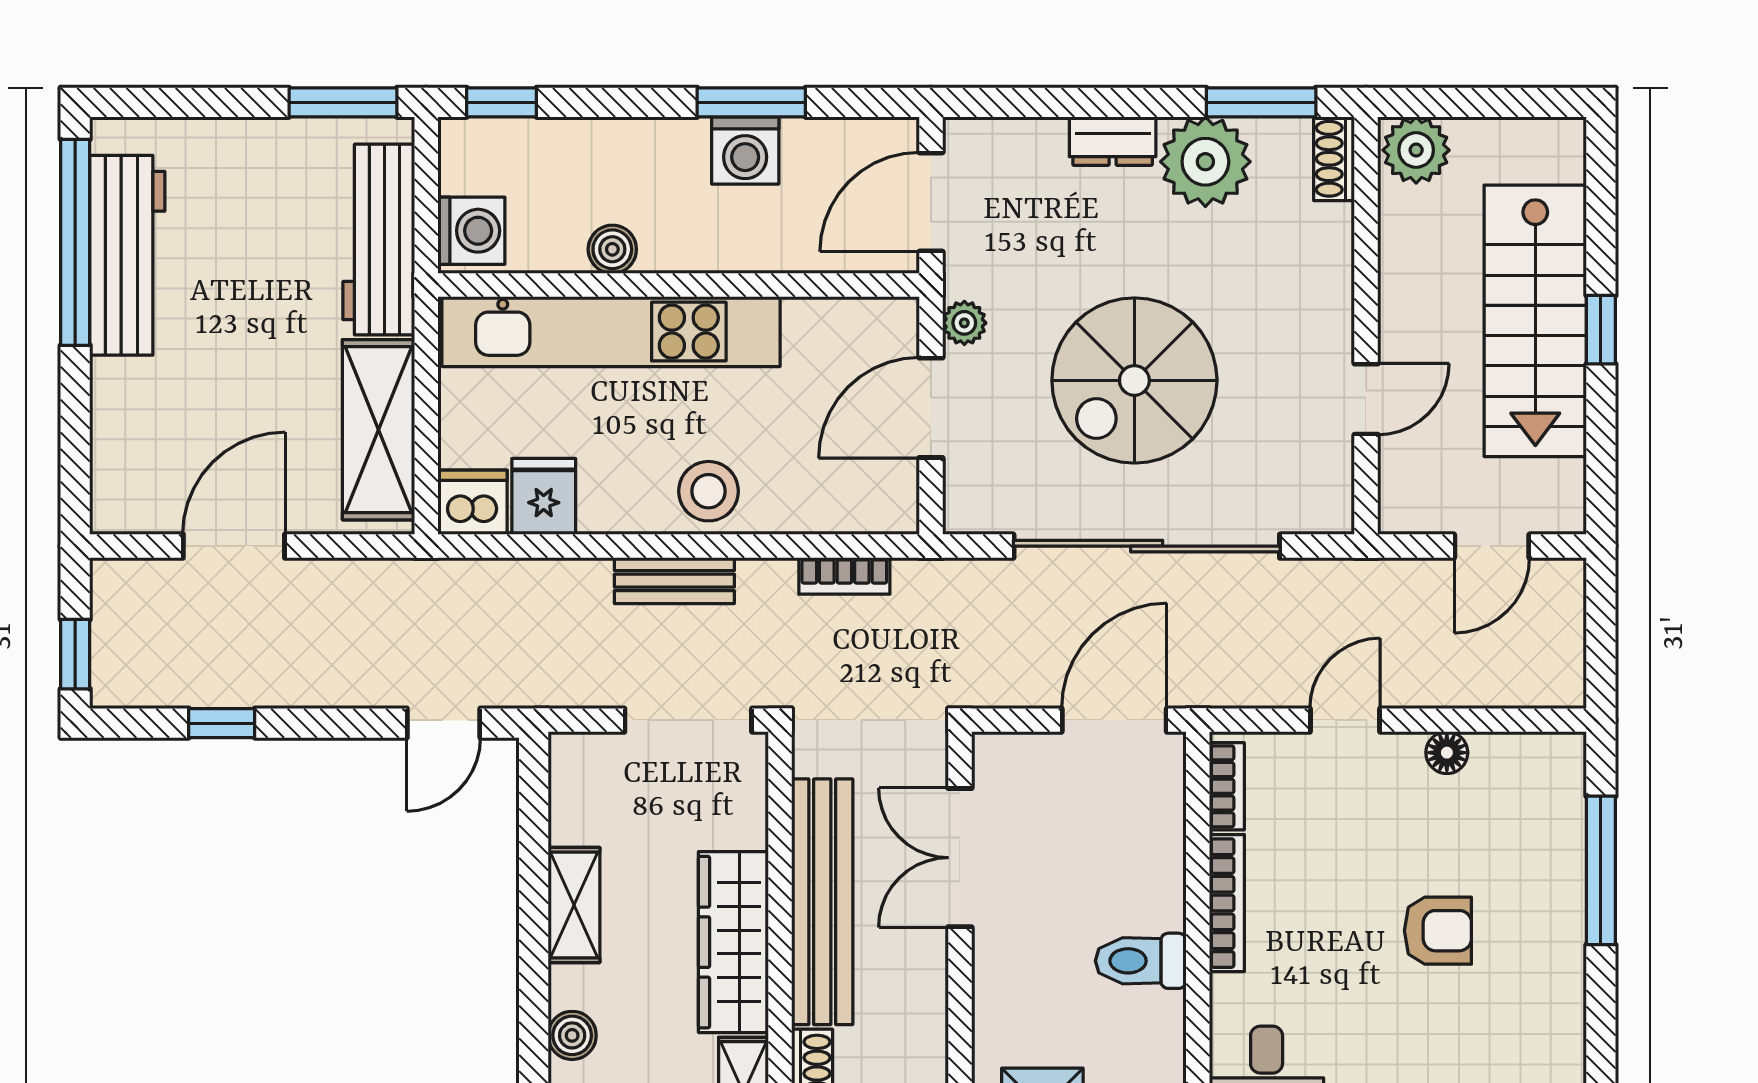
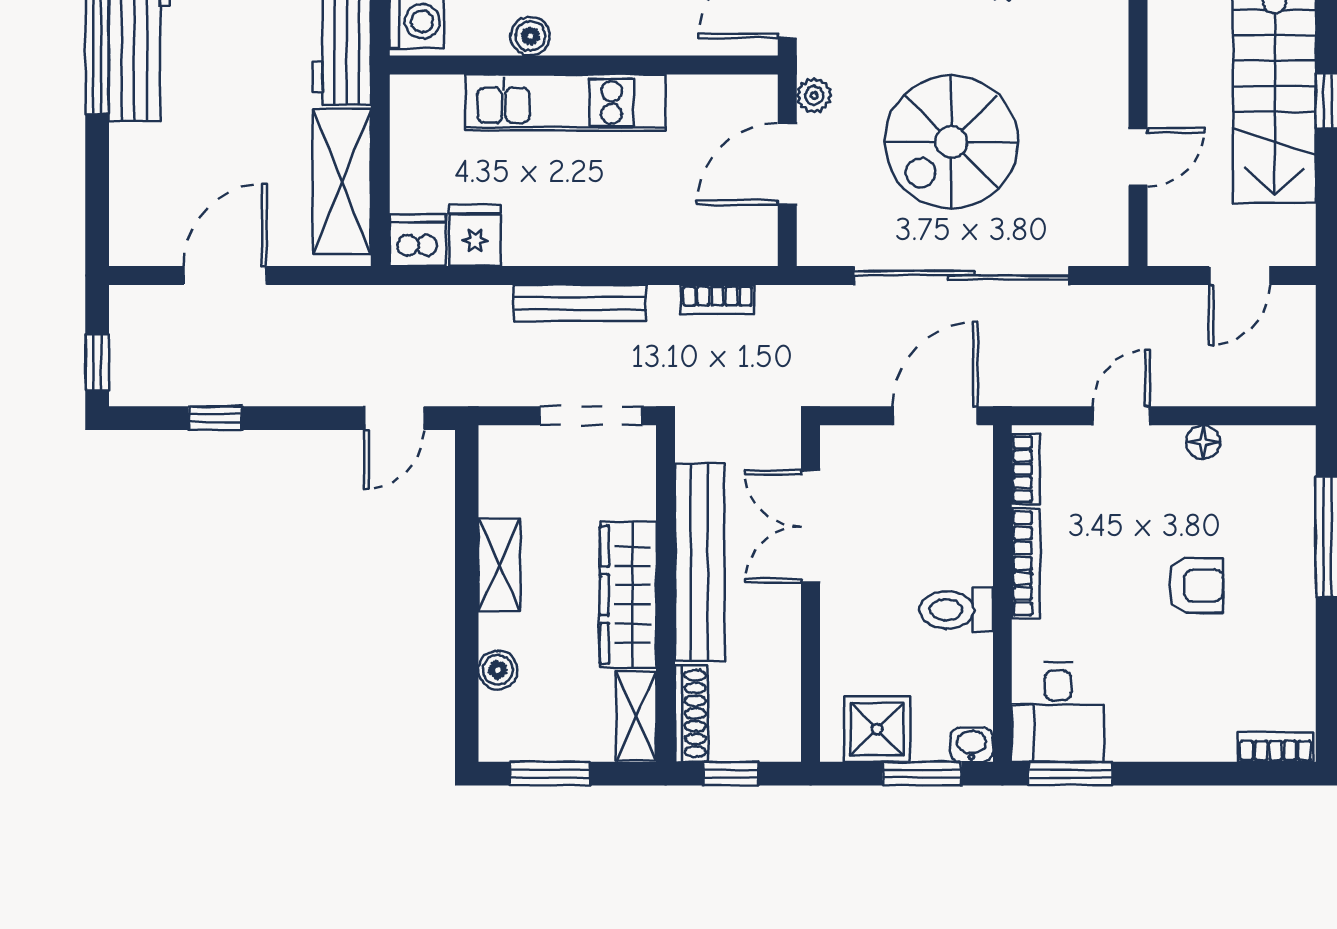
kitchen unit: (611, 332) -> (566, 102), width x0.73
stool: (709, 491) -> (608, 231), removed
bench: (674, 581) -> (580, 303), width x1.36

